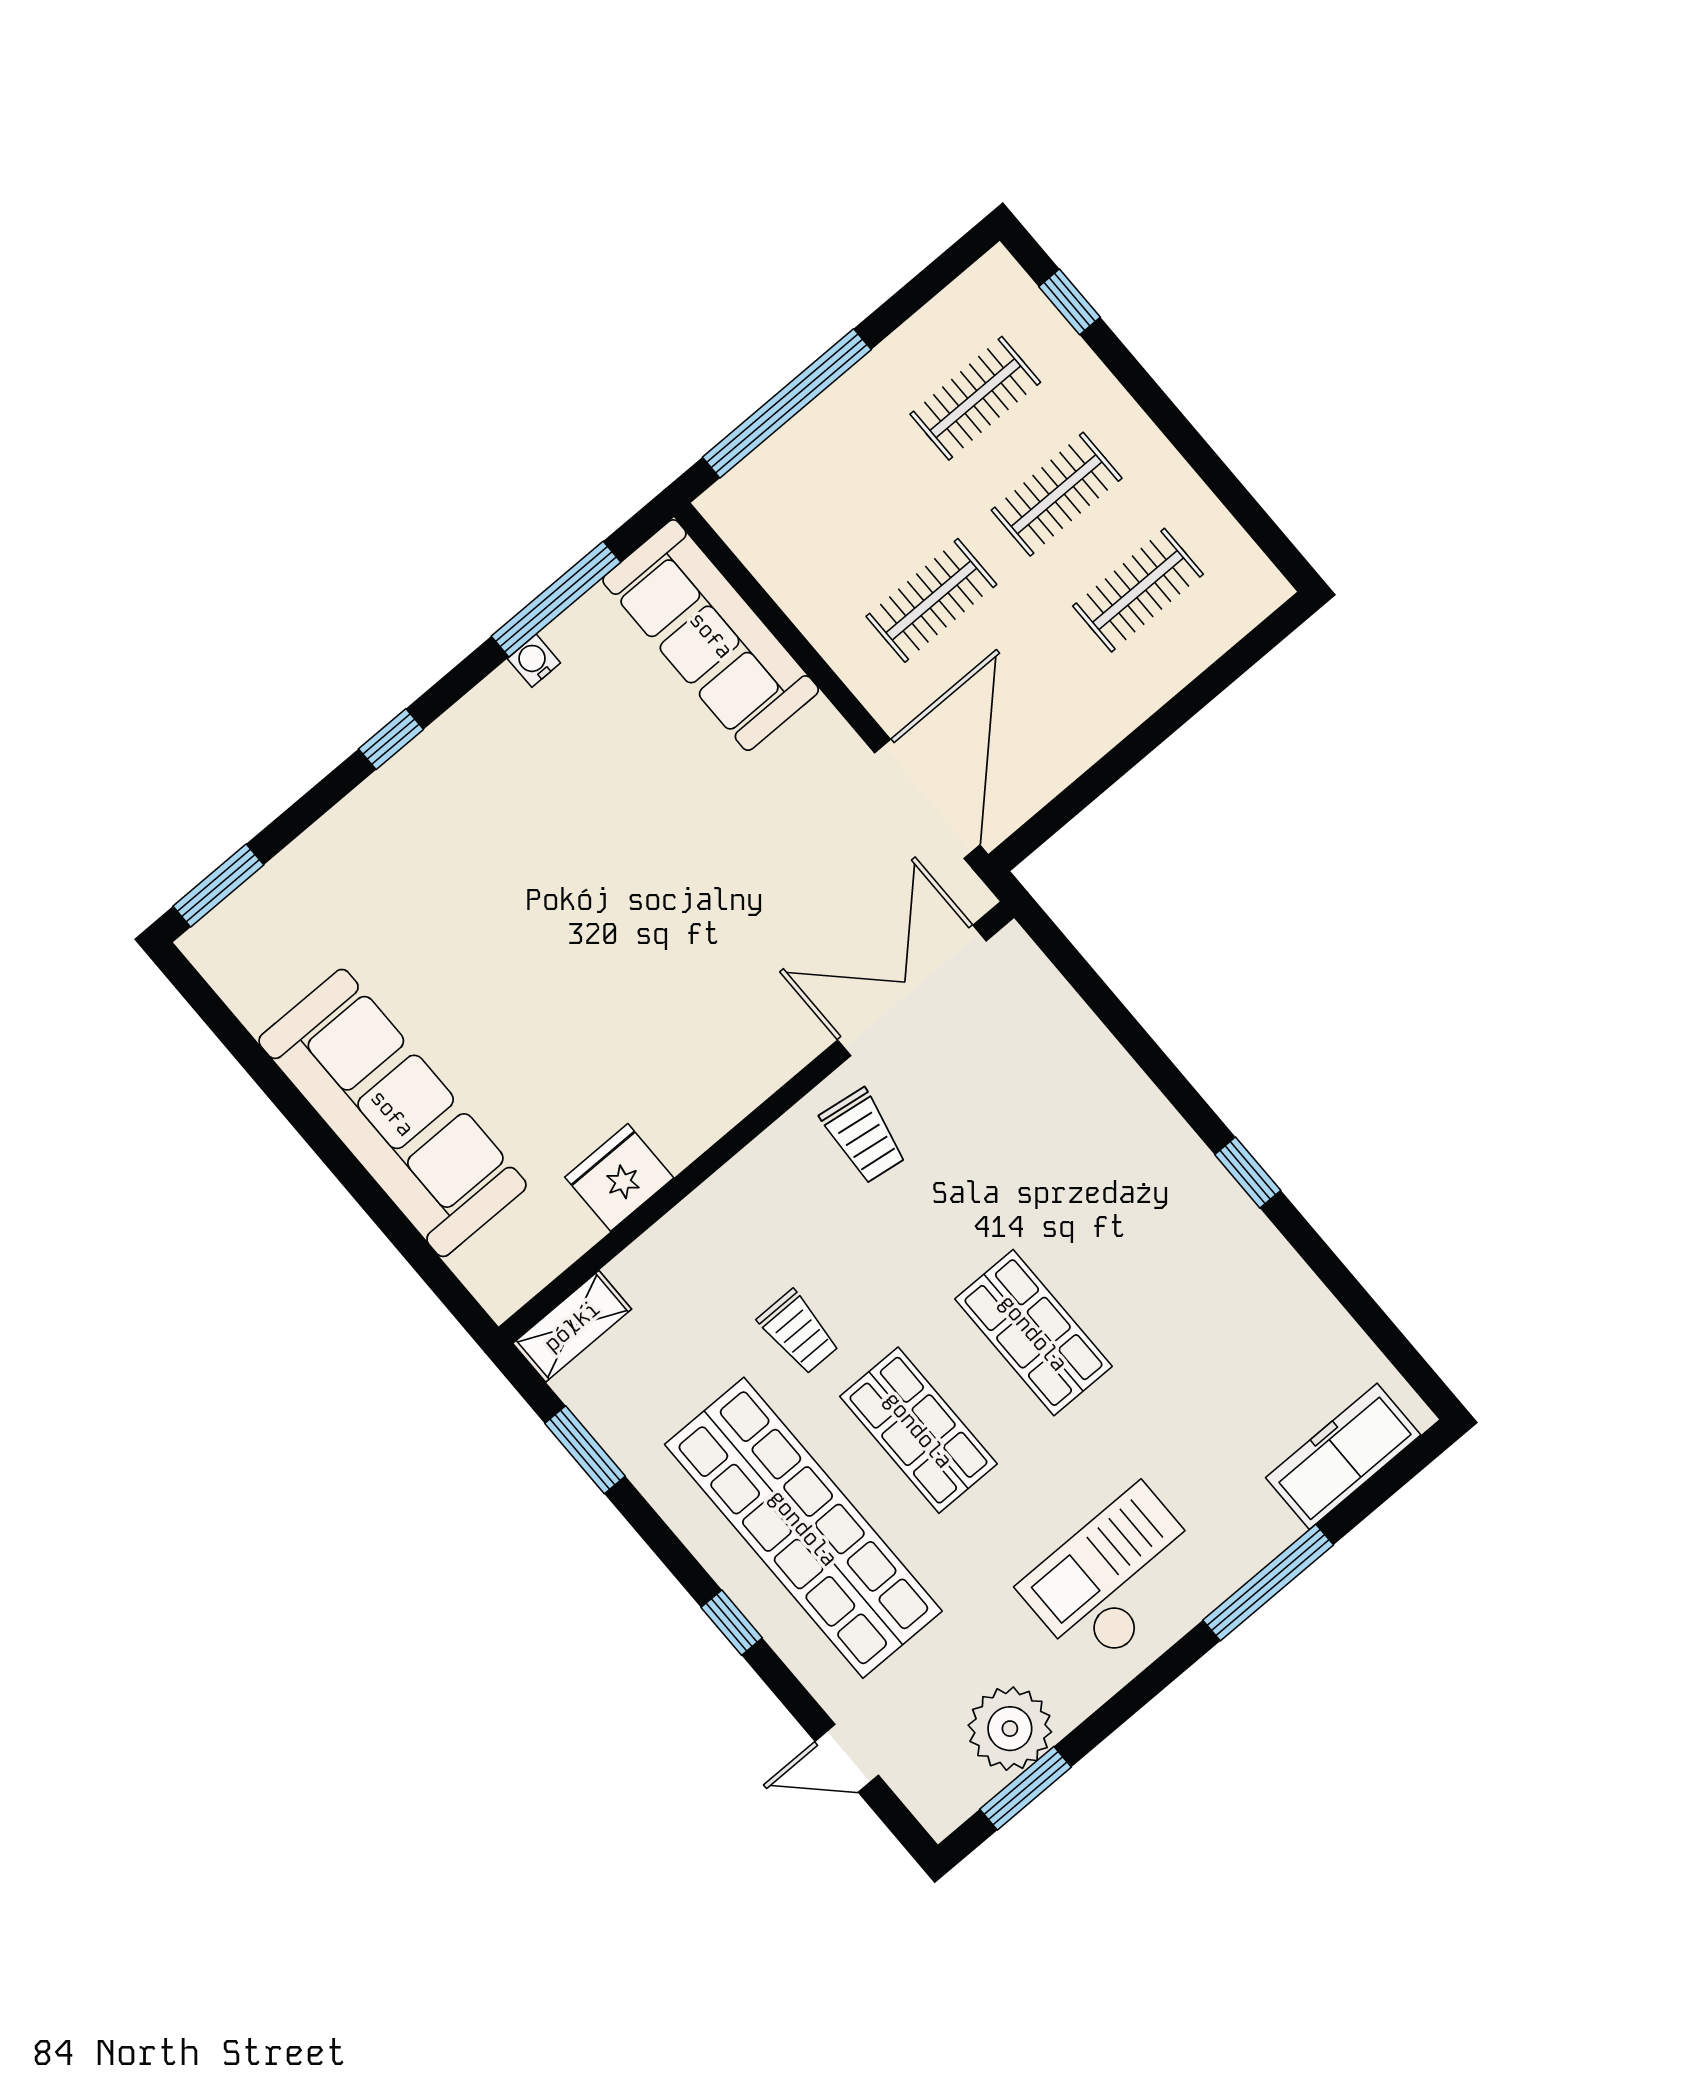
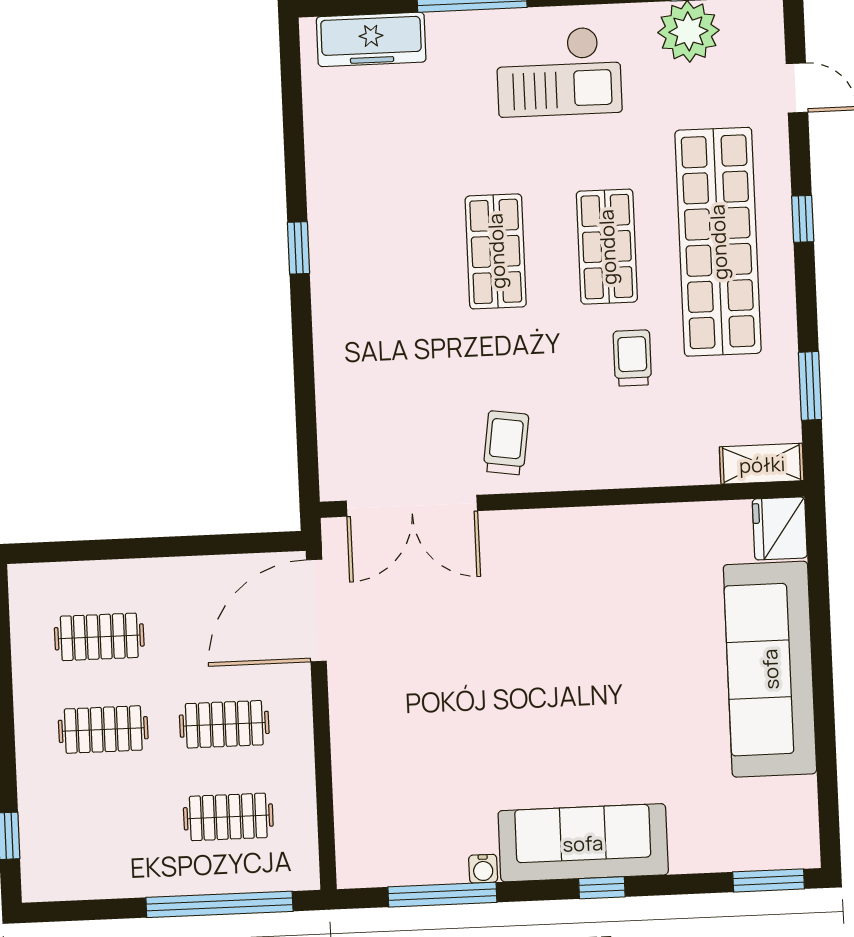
clothes rail: (975, 398) -> (228, 817), moved
sofa: (711, 635) -> (583, 843), moved, turned -90
fridge: (619, 1177) -> (780, 528), moved, turned 90

